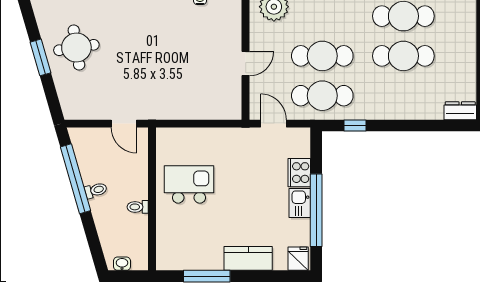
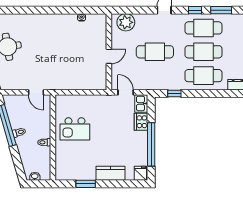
cafe table: (322, 96) -> (203, 76), moved
kitchen island: (189, 184) -> (75, 129), turned 180
kitchen sink: (300, 203) -> (141, 103), moved
window: (207, 276) -> (86, 184), width x0.69

